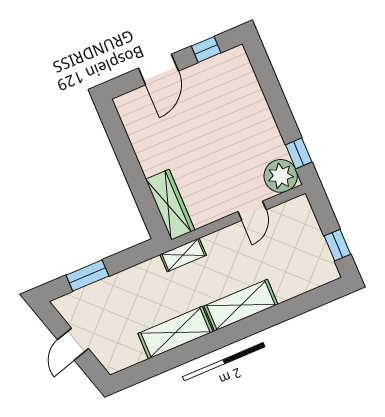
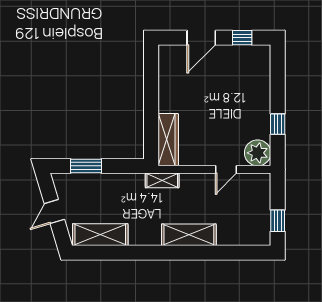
window: (299, 153) -> (278, 124), moved
shelving: (175, 333) -> (100, 235), moved

